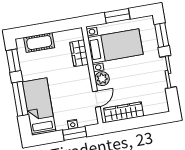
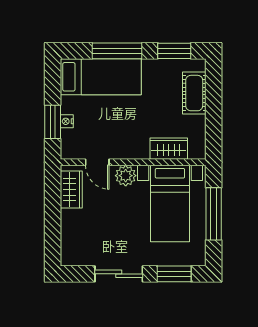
window: (117, 16) -> (214, 214), width x1.44
wardrobe: (124, 112) -> (71, 189), width x0.67

